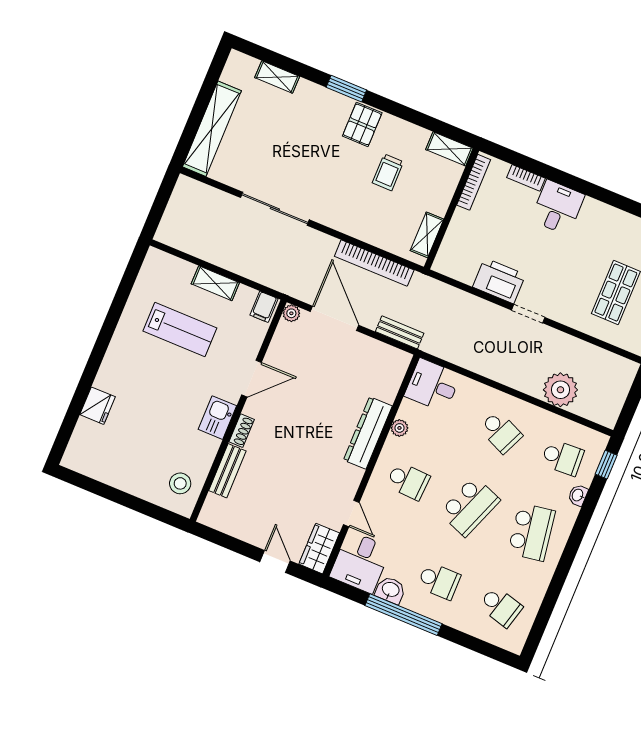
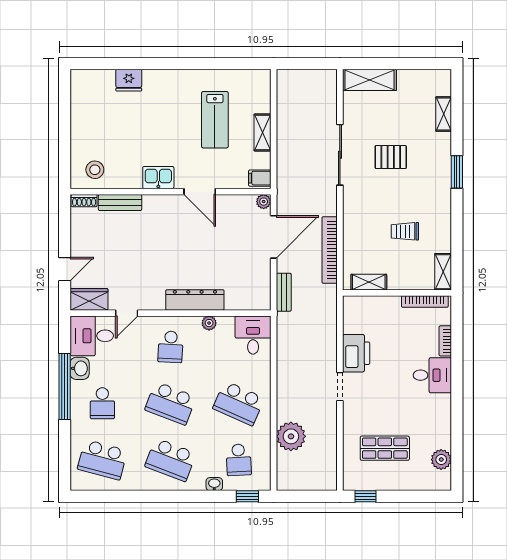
pallet: (362, 124) -> (391, 157), moved
shelving: (212, 129) -> (370, 80), width x0.68
shoe rack: (242, 431) -> (84, 201), moved
school desk: (501, 432) -> (239, 403), width x1.85
school desk: (532, 532) -> (171, 460), turned 30
school desk: (501, 607) -> (102, 460), width x1.85

